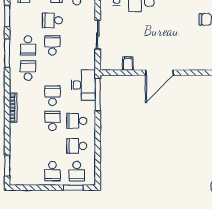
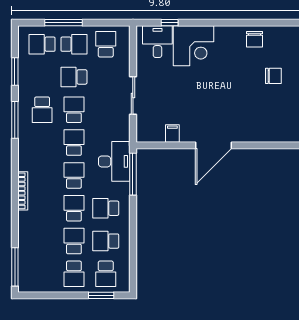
school desk: (28, 71) -> (74, 143), moved
school desk: (52, 146) -> (74, 241), added
window: (7, 166) -> (15, 267), width x1.44

